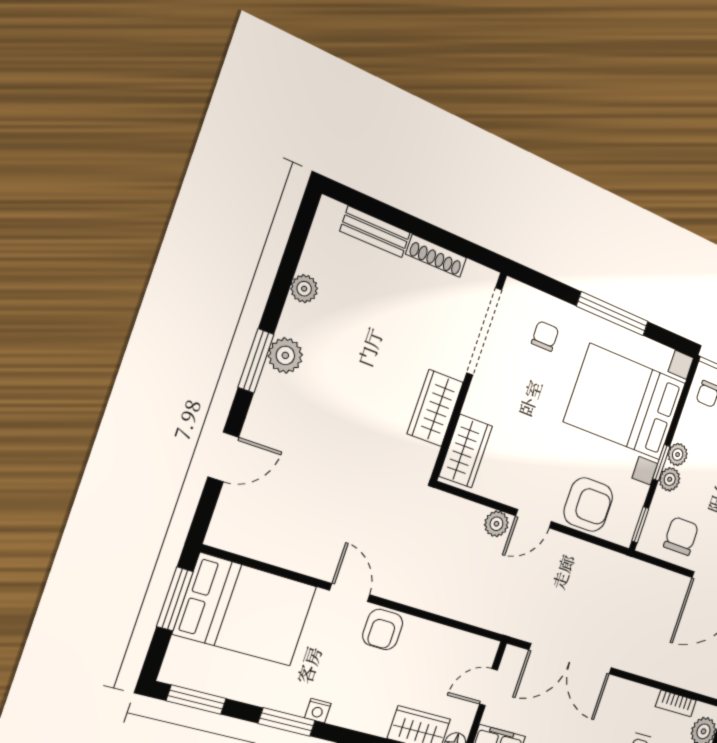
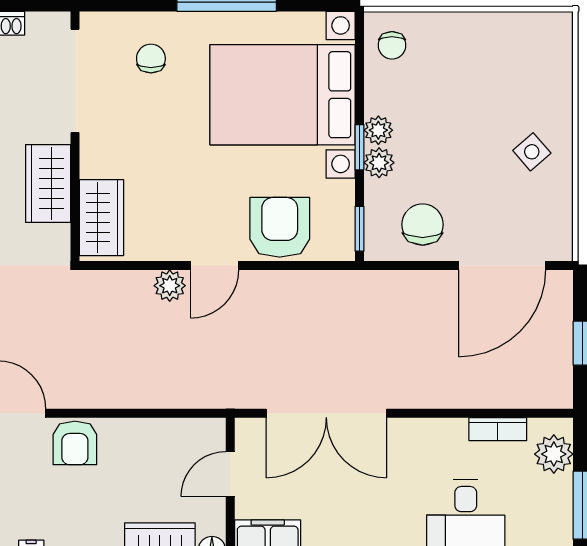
armchair: (588, 505) -> (280, 227), turned -90

